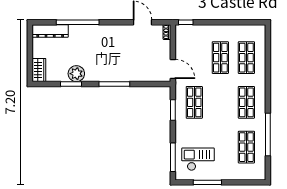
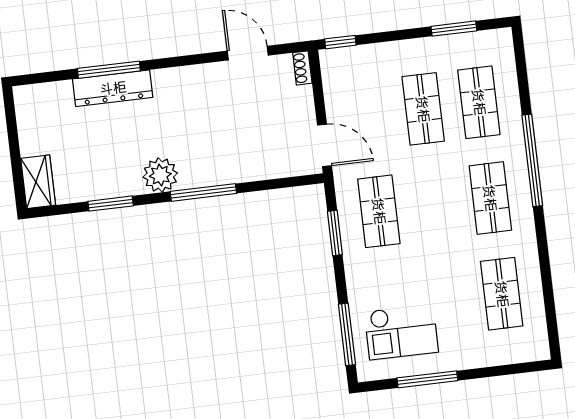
window: (78, 22) -> (109, 70), width x0.68
window: (239, 22) -> (454, 29), added
dresser: (50, 31) -> (113, 88), moved
plant: (76, 74) -> (160, 175), moved
window: (268, 134) -> (532, 160), moved
checkout: (198, 159) -> (401, 332), turned 180

